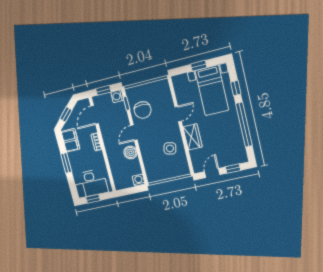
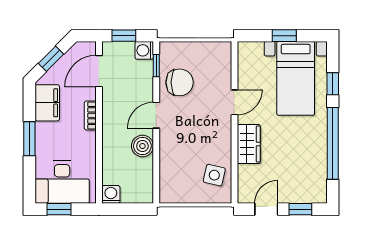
chair: (143, 110) -> (180, 82), turned -90
side table: (170, 148) -> (214, 175), moved
washing machine: (139, 180) -> (111, 194), moved

